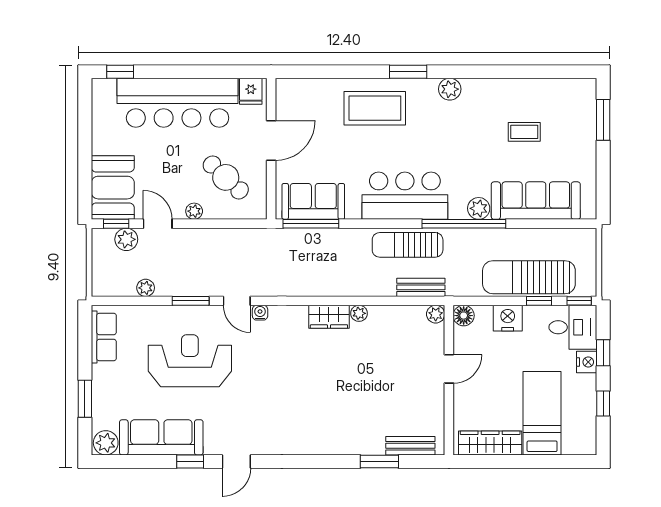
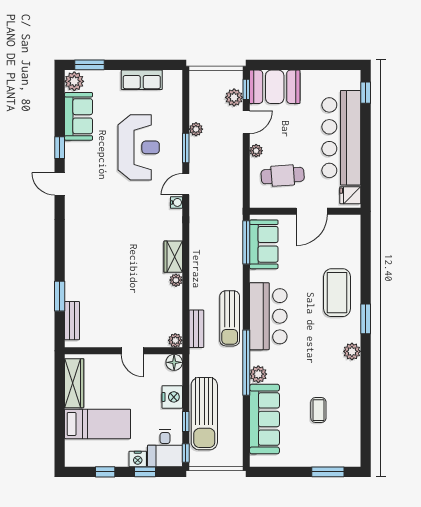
door: (271, 141) -> (312, 211), hinge flipped
cafe table: (226, 177) -> (283, 176), turned 43
sun lounger: (408, 245) -> (230, 318), turned 180
sun lounger: (529, 277) -> (204, 414), turned 180
plant: (146, 288) -> (196, 129), moved
row of seats: (104, 337) -> (142, 80), moved
window: (85, 399) -> (89, 65), moved
sofa: (161, 437) -> (79, 116), width x0.73

